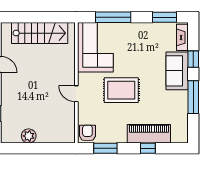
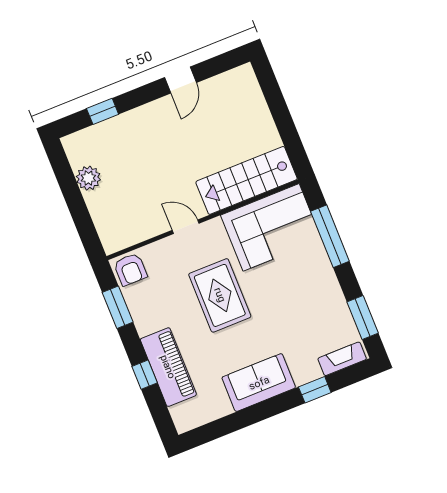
stairs: (40, 33) -> (246, 180), moved, turned 90
sofa: (177, 71) -> (259, 383), moved
door: (76, 94) -> (186, 227), hinge flipped
window: (193, 97) -> (255, 414), removed
armchair: (87, 133) -> (130, 269), turned 90

